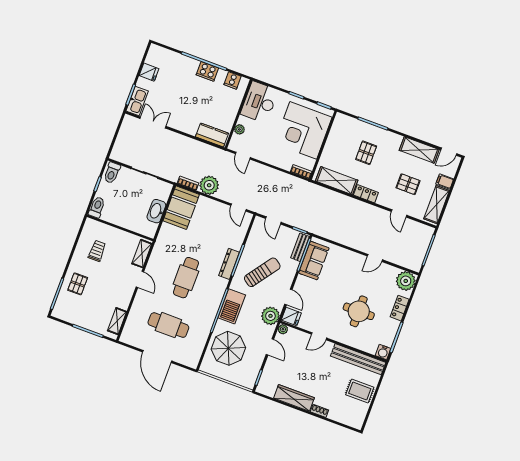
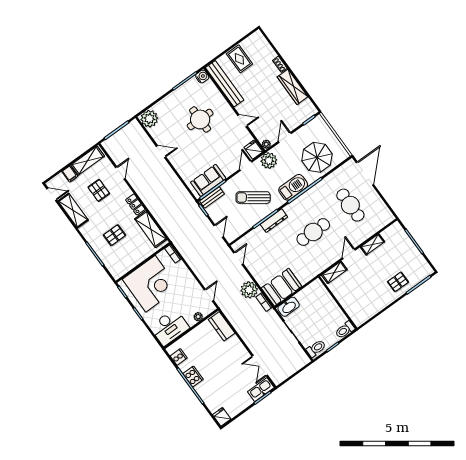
fridge: (149, 72) -> (222, 417), moved
washbasin: (156, 211) -> (289, 307), moved
trolley: (97, 251) -> (367, 297), removed
locker: (400, 308) -> (168, 101), removed
shelving: (117, 321) -> (373, 244), moved
door: (157, 356) -> (365, 174), moved

